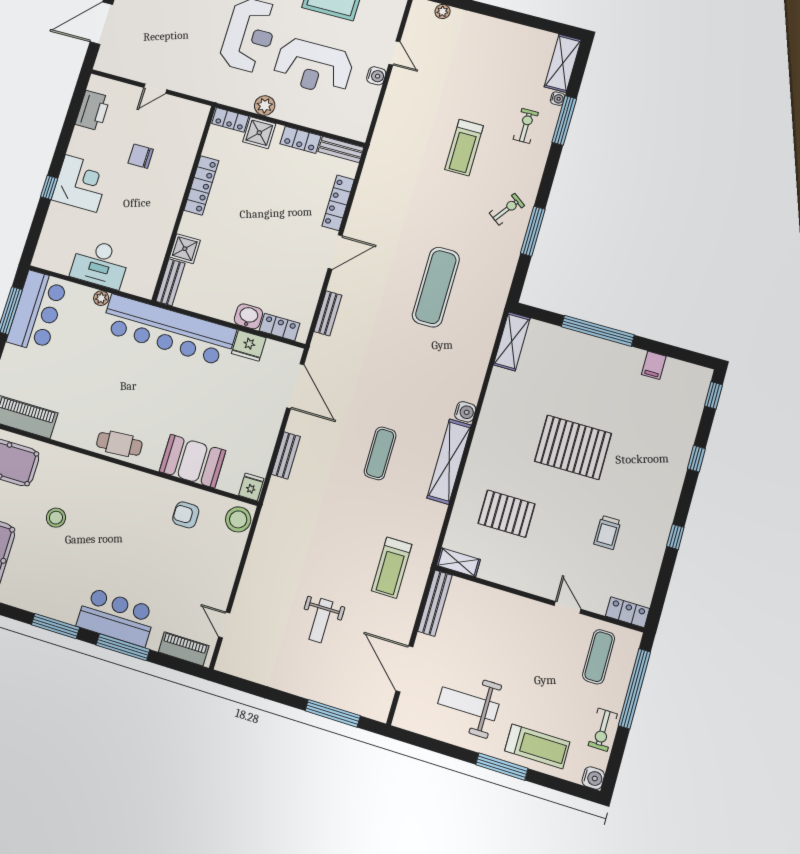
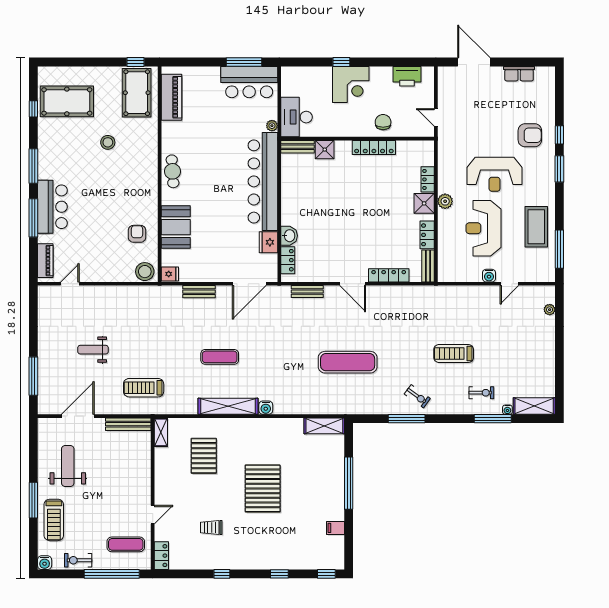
locker: (201, 185) -> (374, 147), moved
wall: (184, 203) -> (358, 139), moved
shower: (185, 249) -> (325, 150), moved
bench: (170, 282) -> (298, 147), moved

